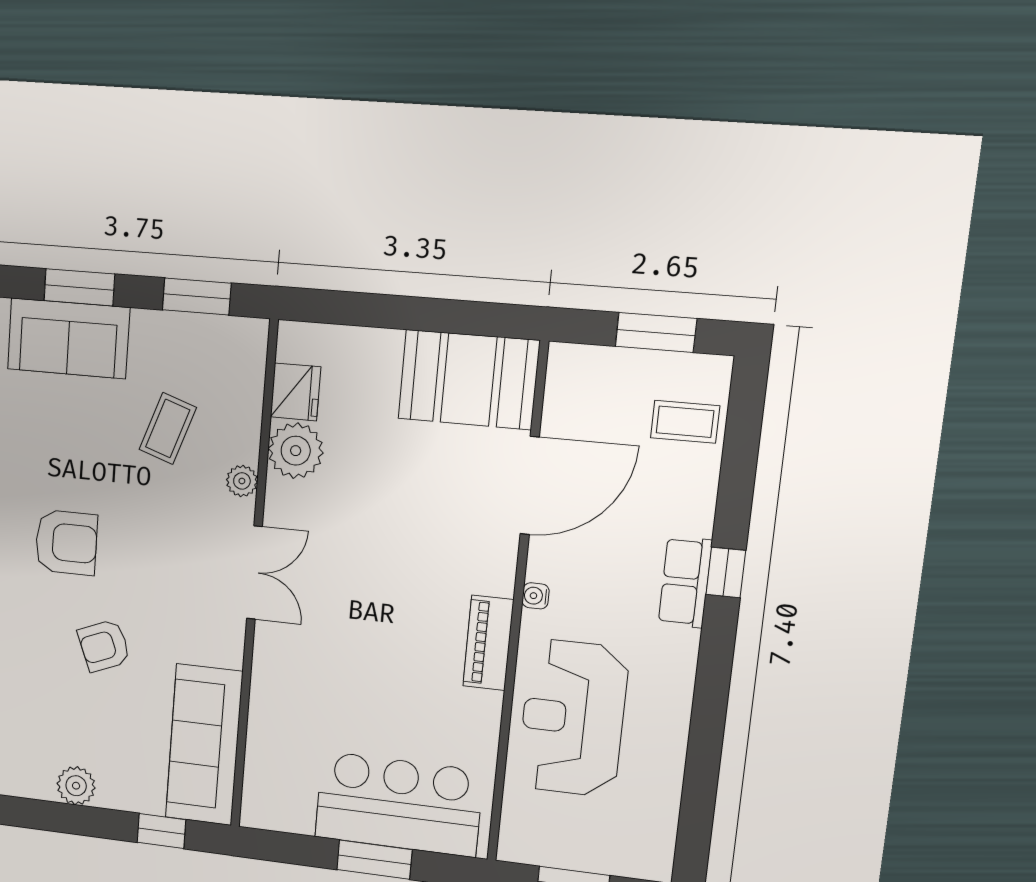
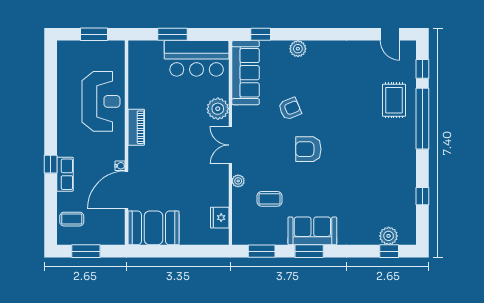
coffee table: (168, 428) -> (270, 199), turned 71
plant: (296, 451) -> (218, 109), moved
row of seats: (685, 582) -> (65, 174), moved
water cooler: (536, 596) -> (120, 166), moved
bar counter: (399, 804) -> (197, 58), moved

